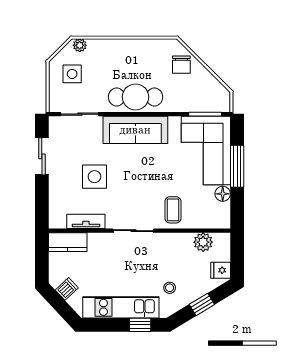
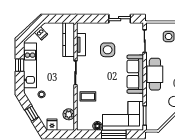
kitchen counter: (68, 242) -> (69, 40), width x1.50
window: (140, 325) -> (20, 65), moved

